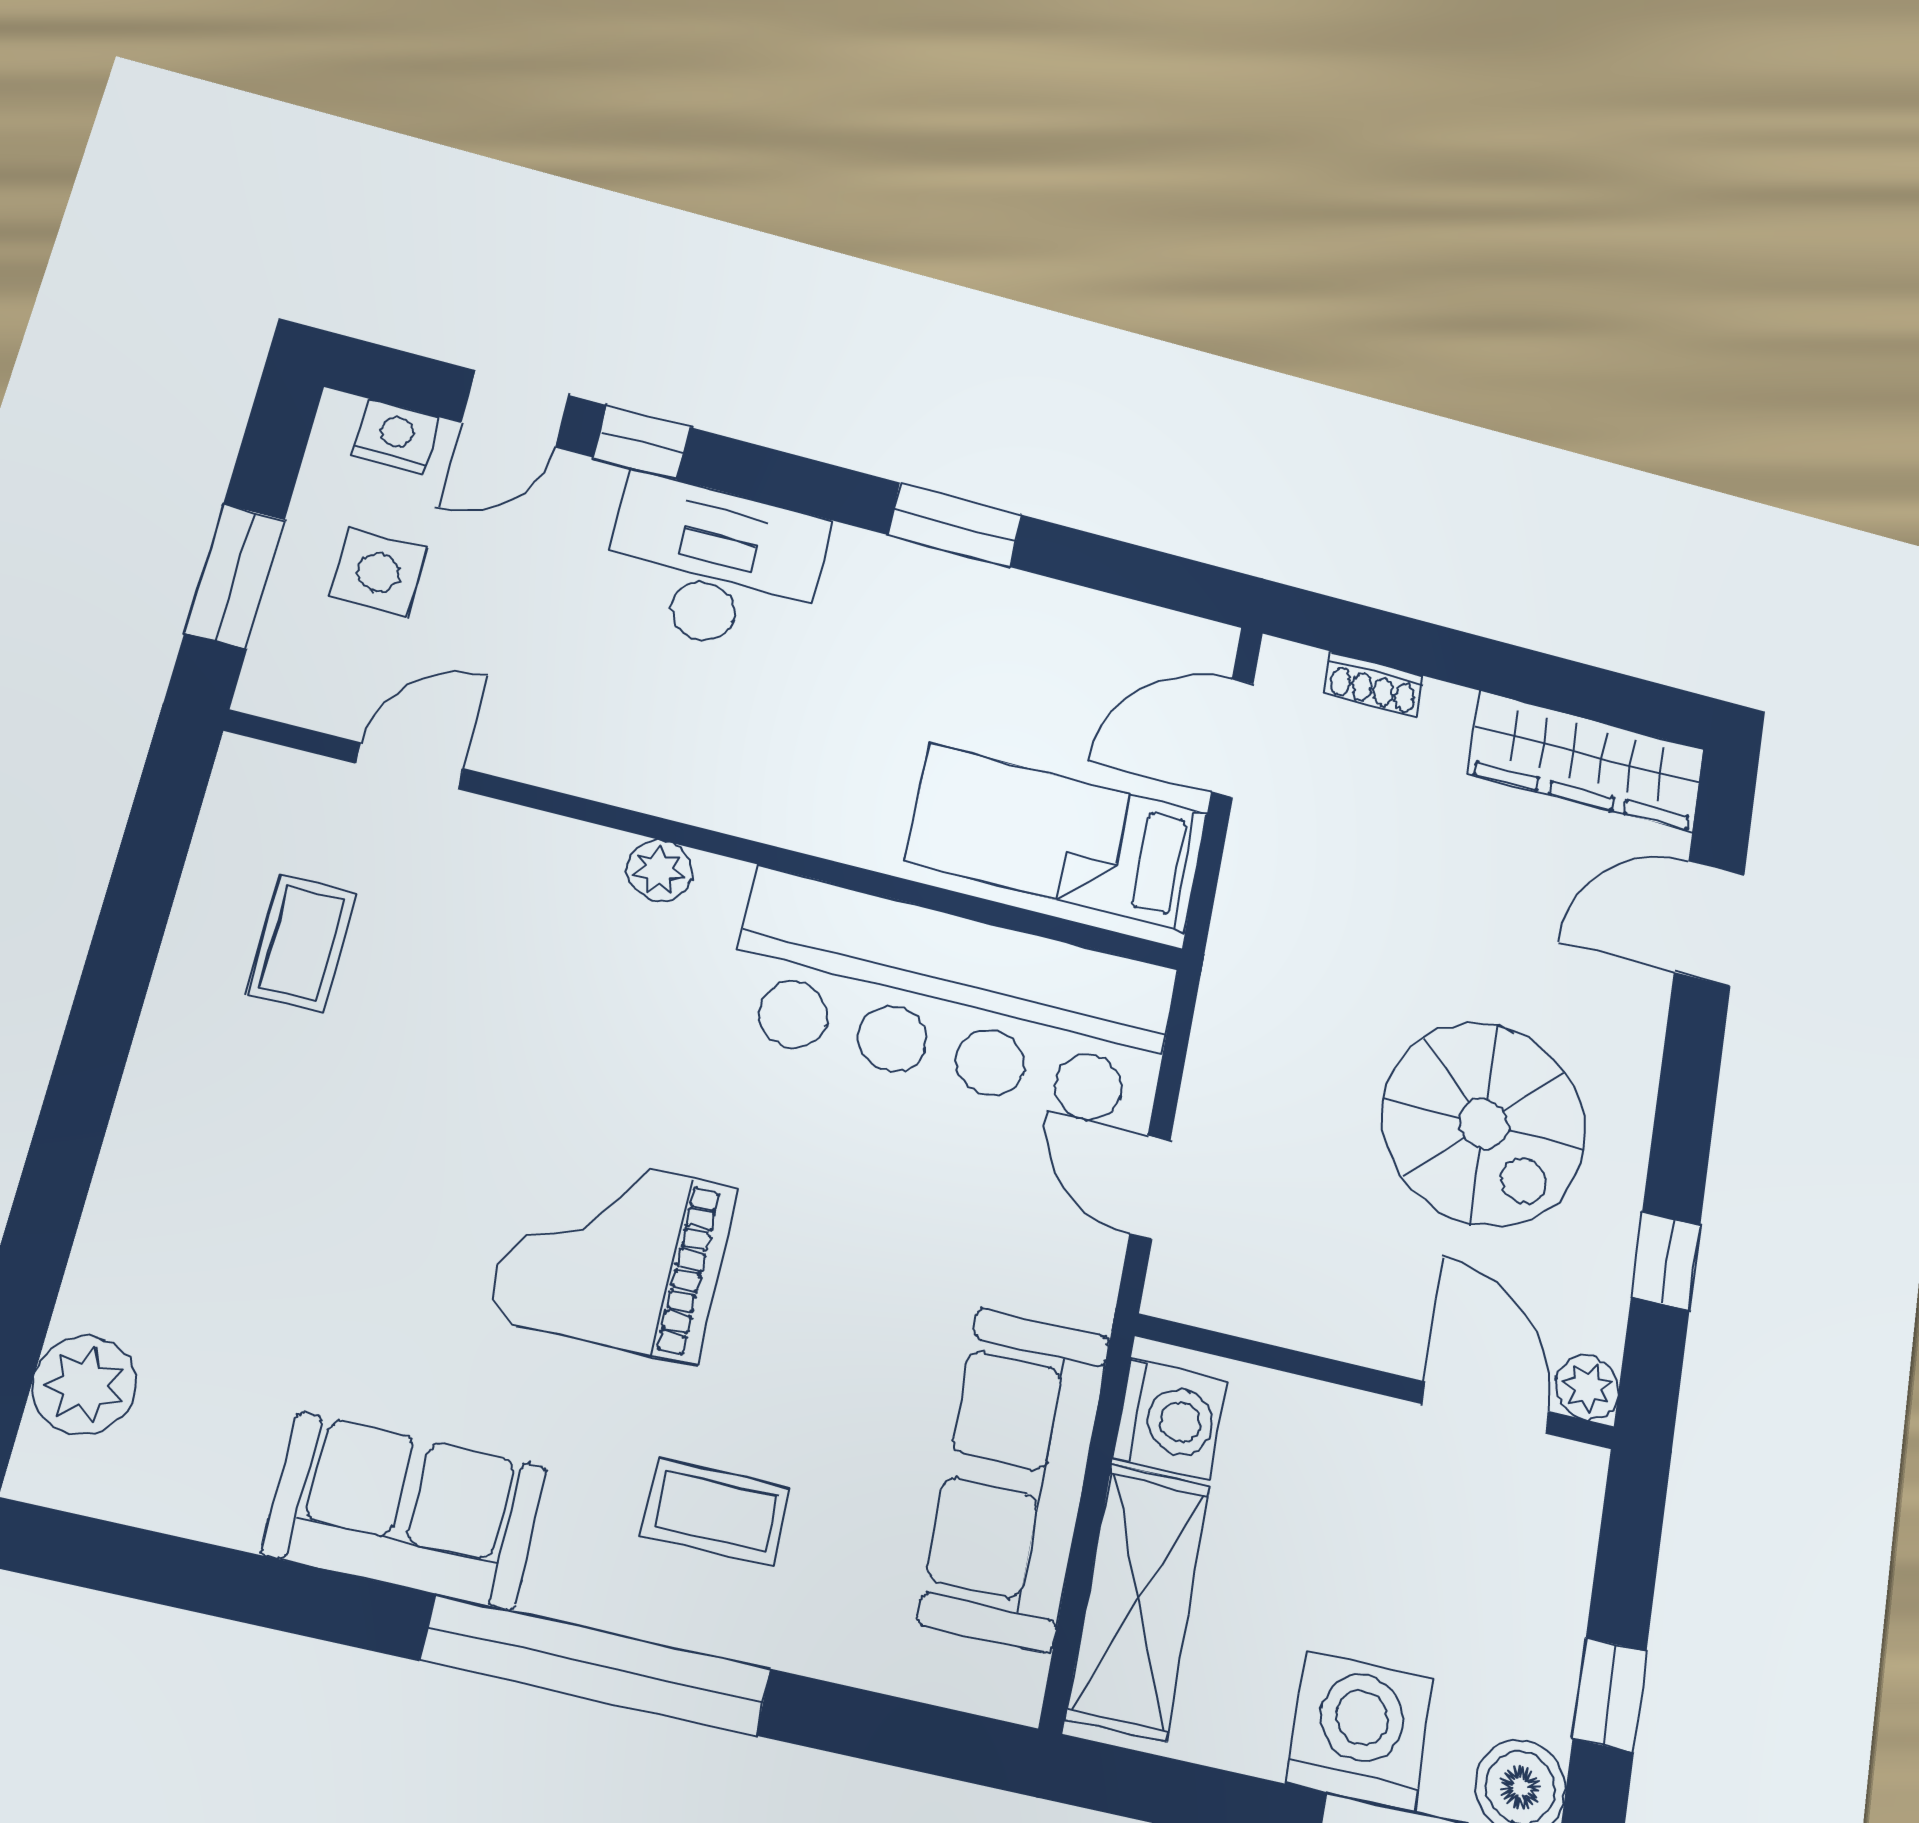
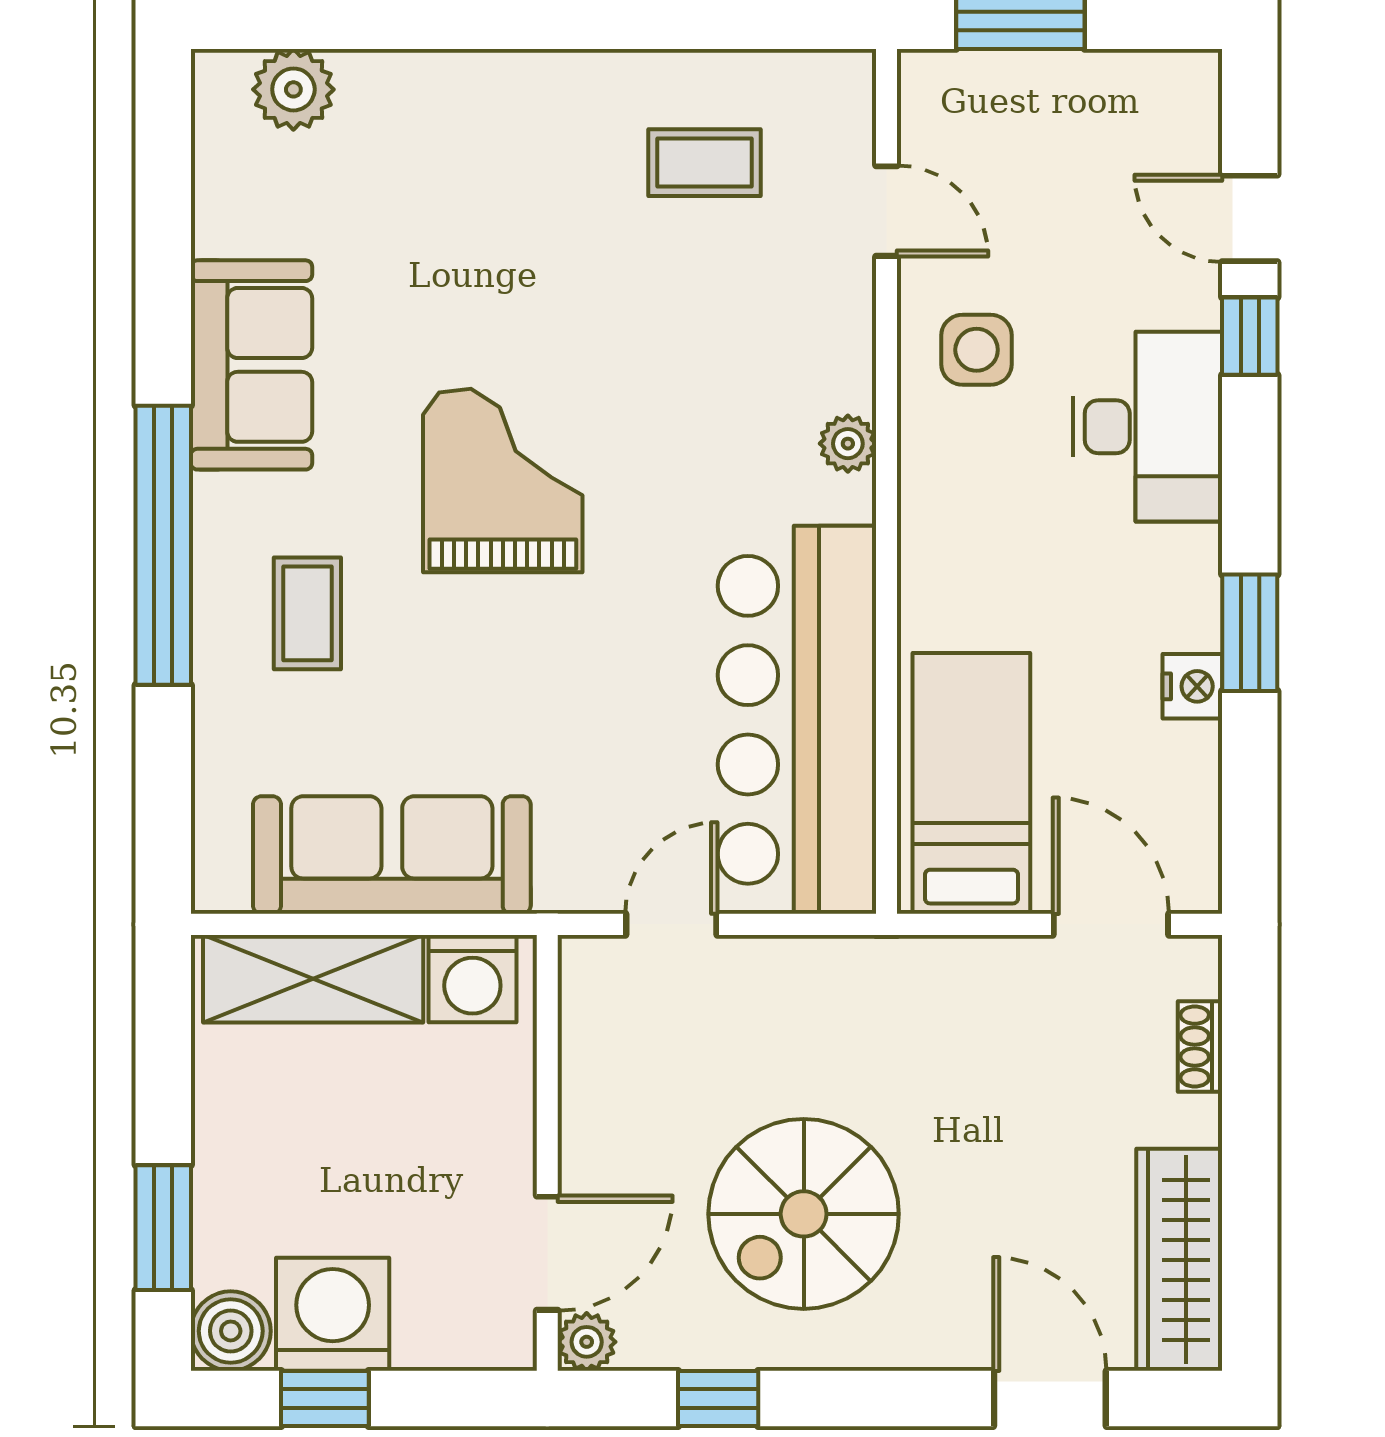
nightstand: (396, 436) -> (1192, 686), moved
side table: (378, 572) -> (977, 350), moved
washing machine: (1360, 1731) -> (333, 1314), moved, turned -90

